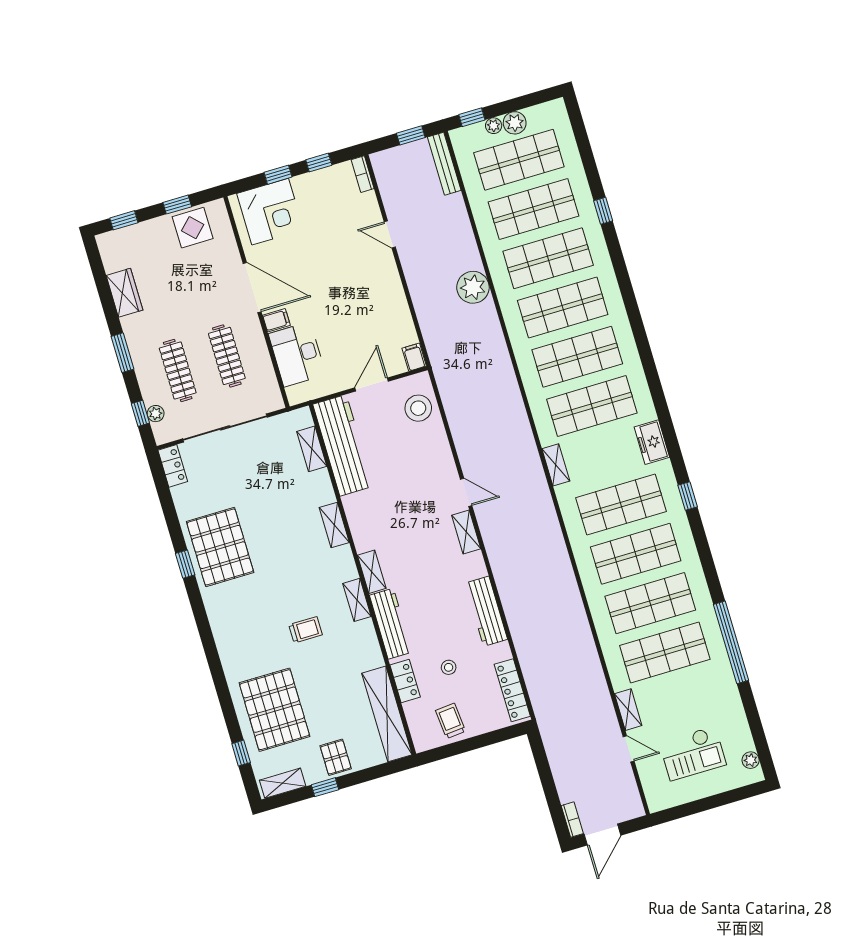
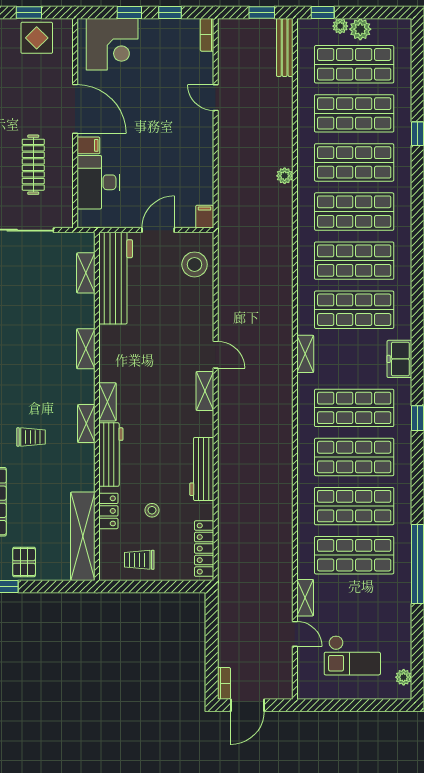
plant: (473, 287) -> (285, 176), width x0.53, depth x0.53
trolley: (451, 721) -> (139, 560), turned -85

